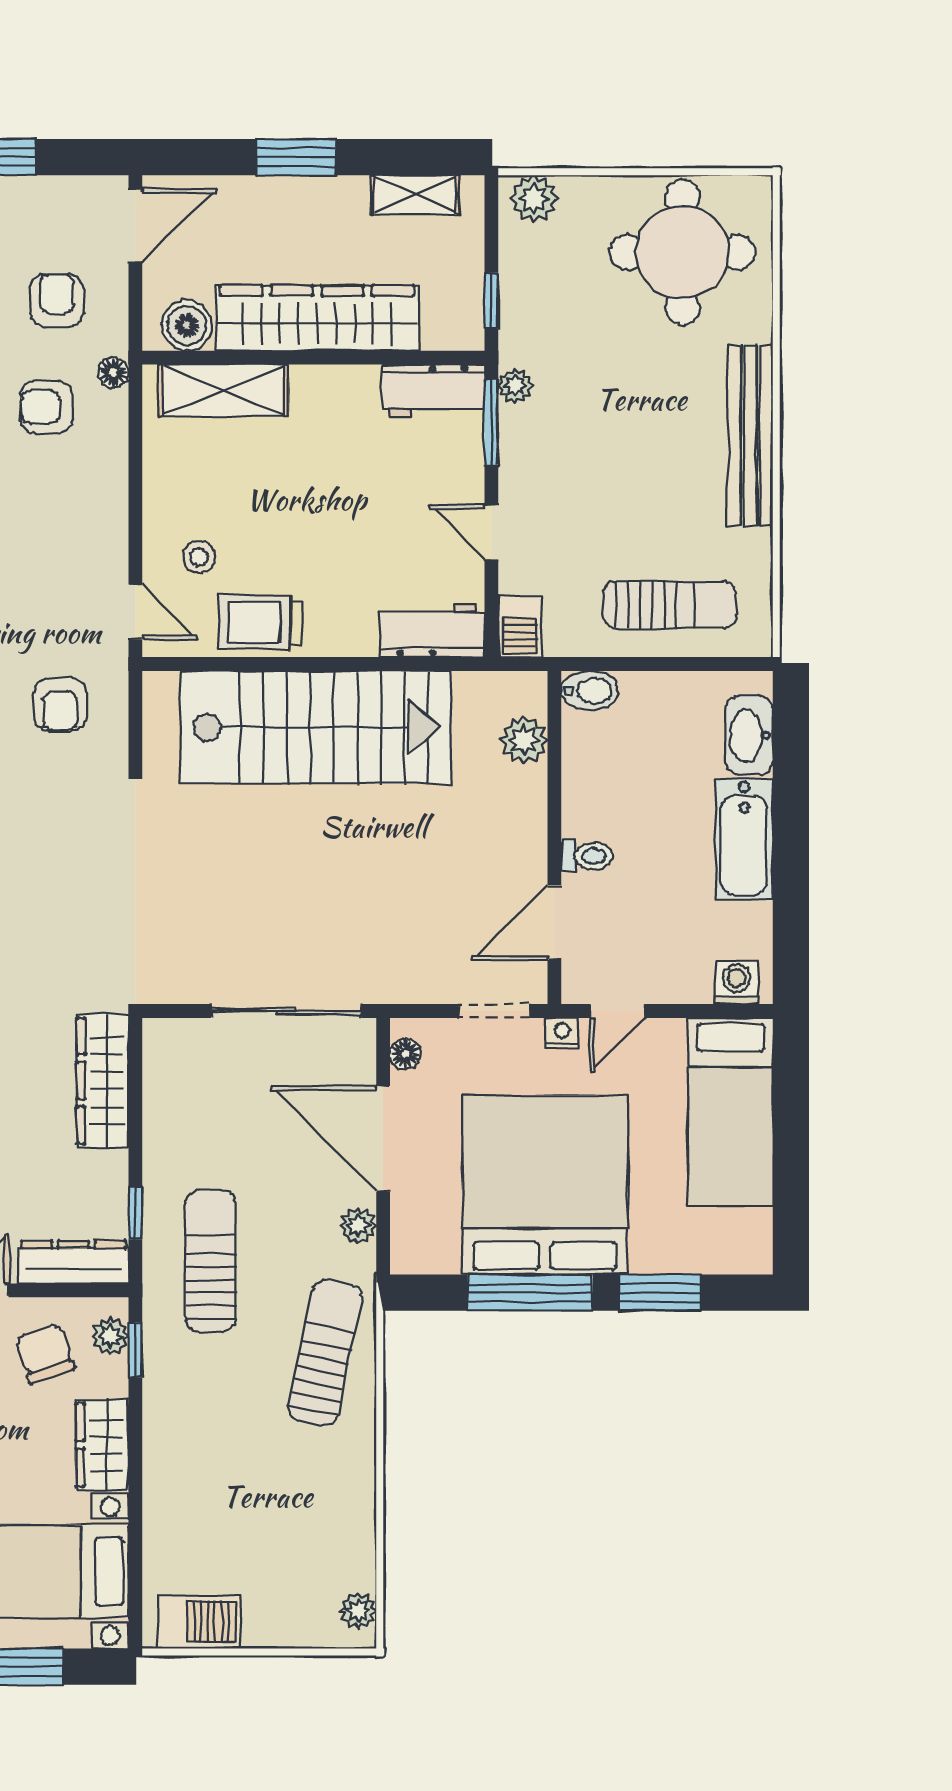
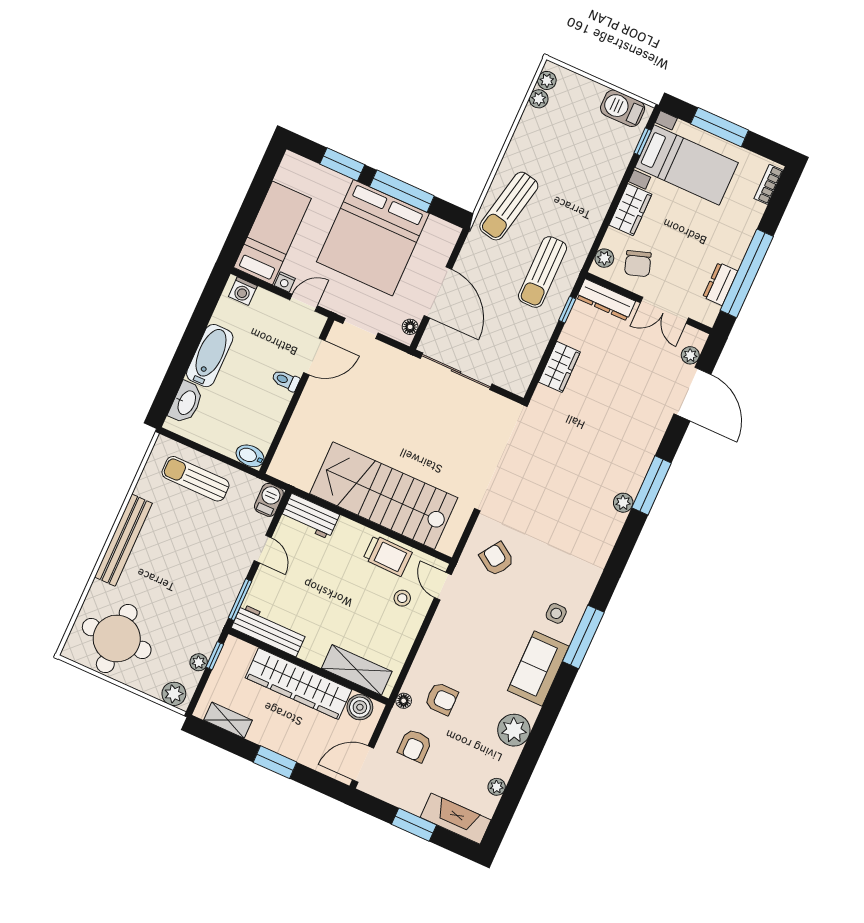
plant: (515, 386) -> (199, 662), moved
workbench: (433, 391) -> (269, 630), width x1.38
armchair: (60, 705) -> (497, 559), turned -56
plant: (524, 740) -> (291, 447), removed
nightstand: (562, 1033) -> (285, 282), moved
wardrobe: (103, 1081) -> (559, 367), width x0.67
plant: (358, 1226) -> (539, 99), moved
window: (135, 1350) -> (643, 142), moved

